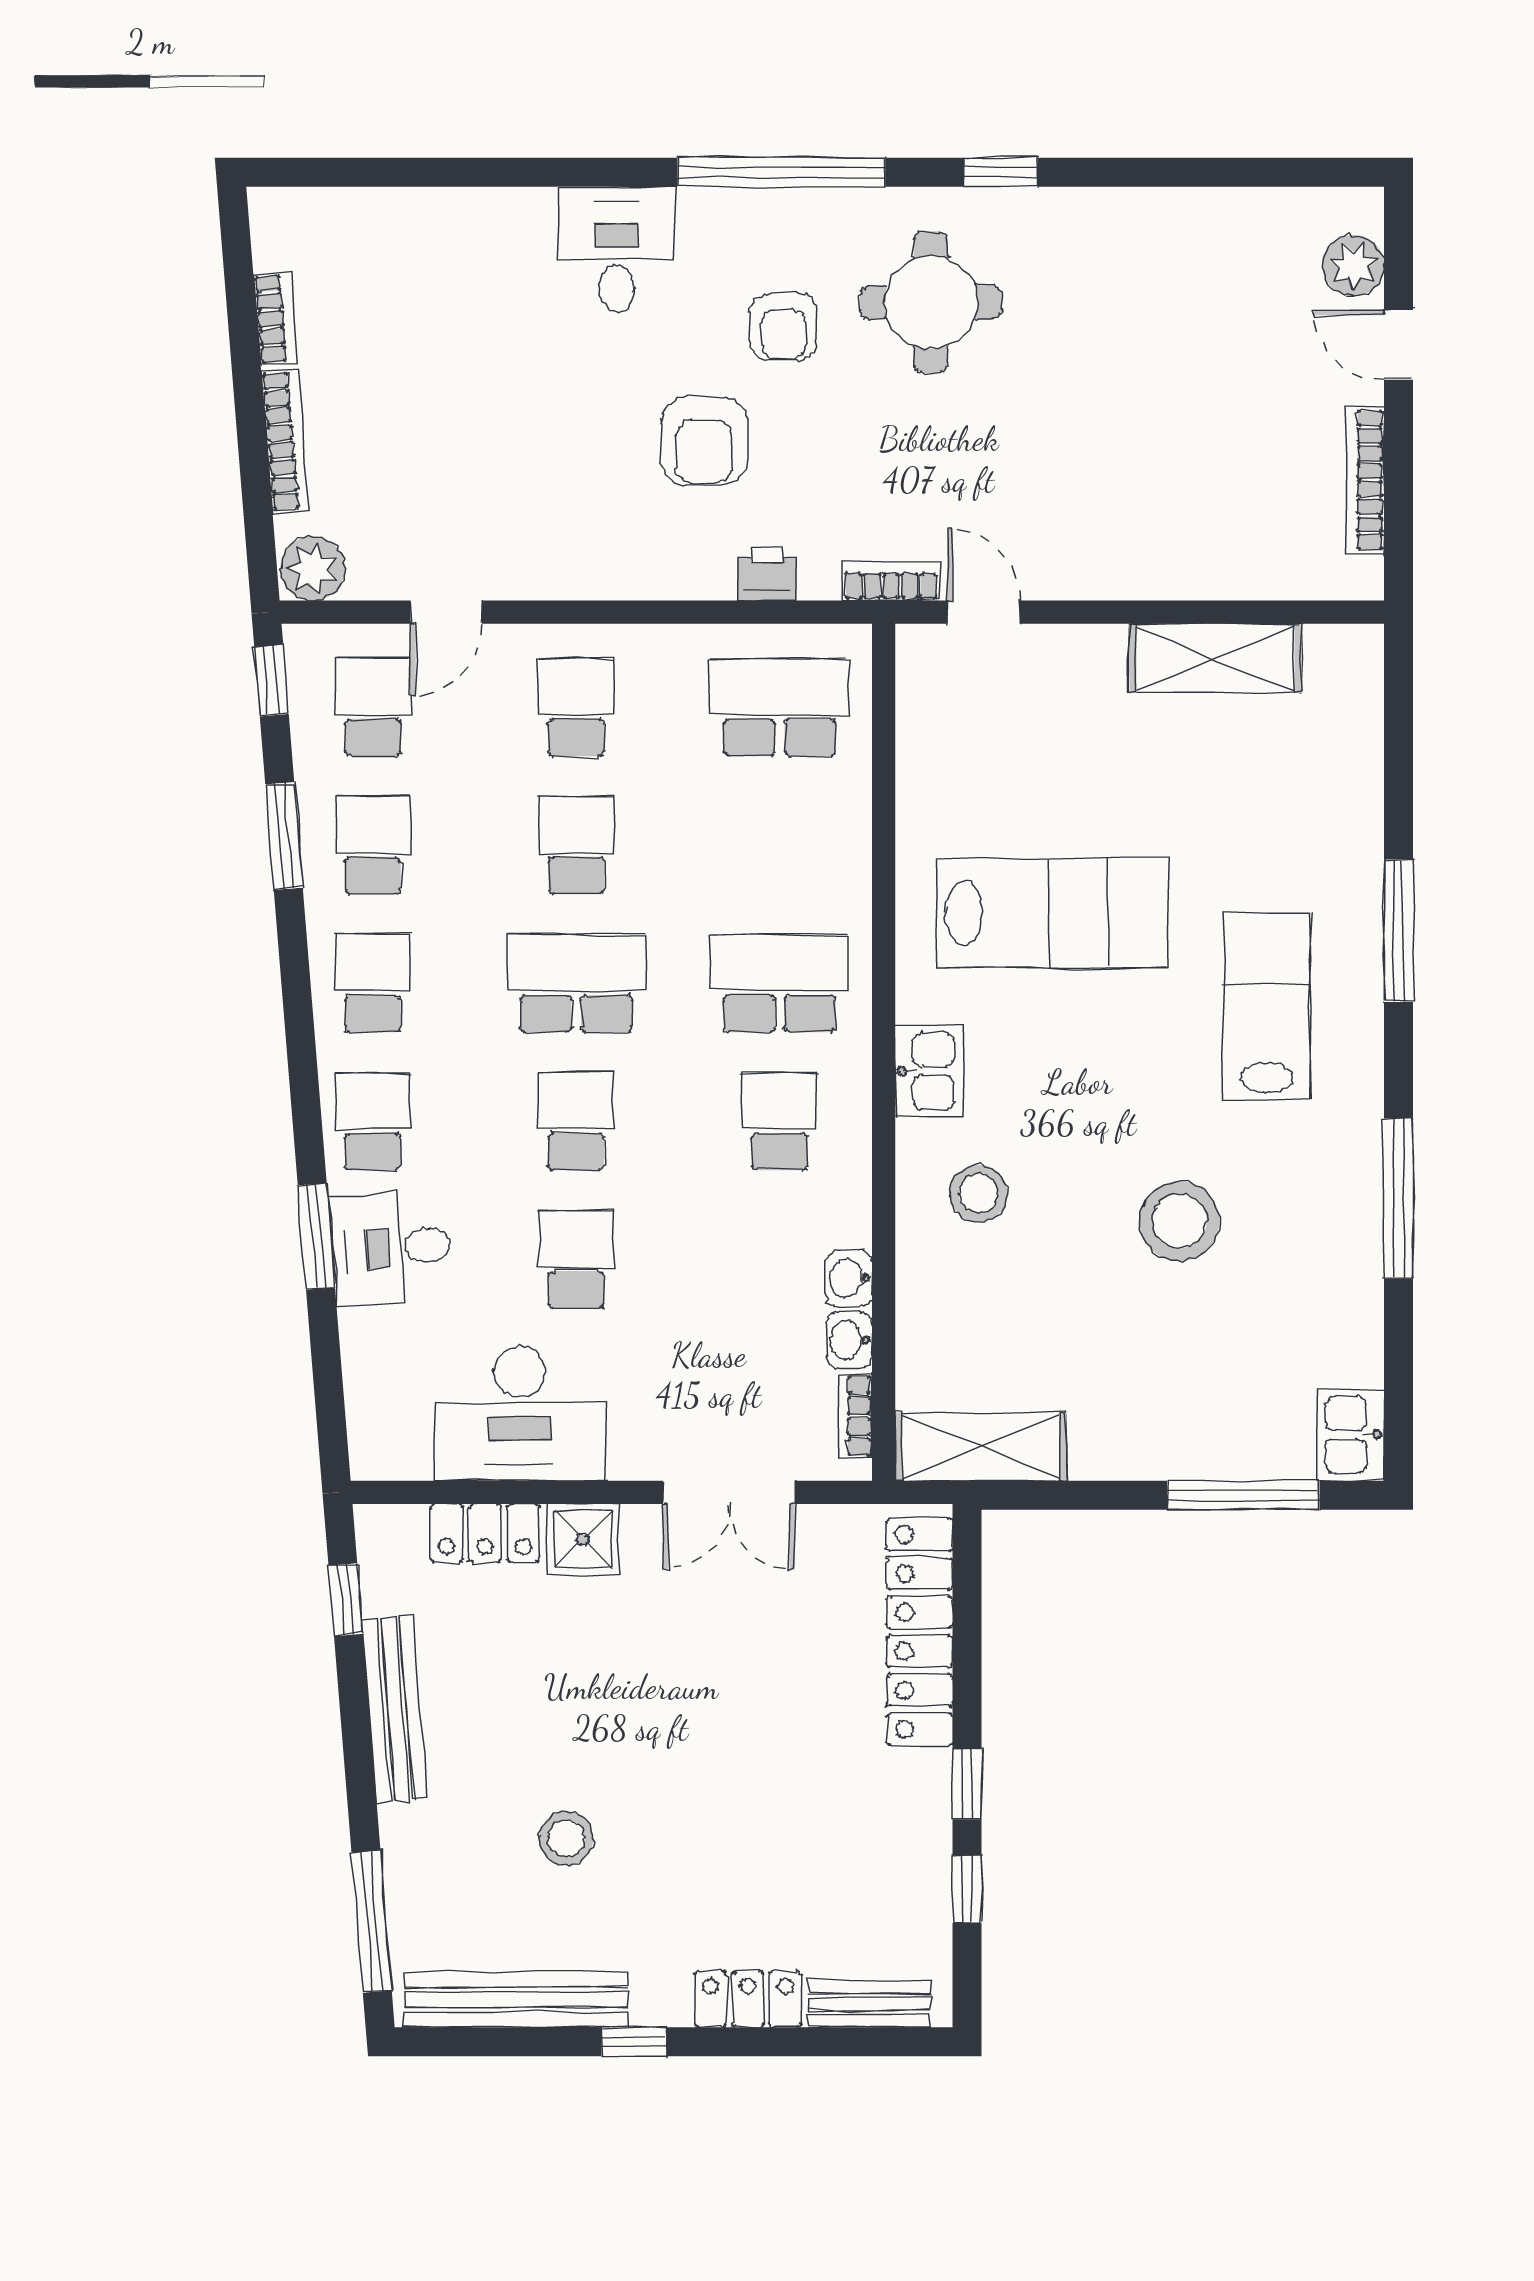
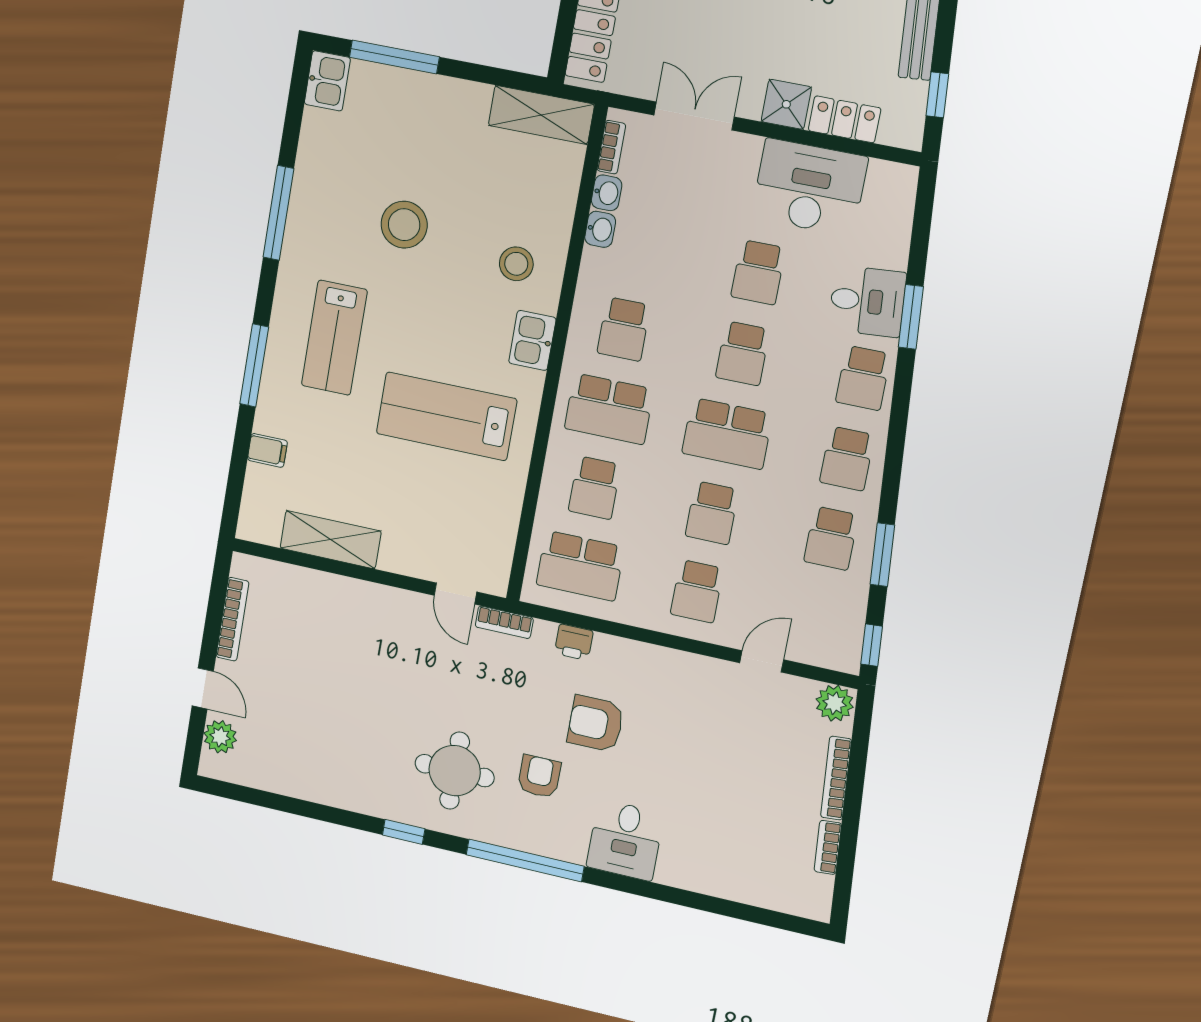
armchair: (704, 441) -> (596, 724), turned -90
school desk: (373, 707) -> (595, 488), moved
filing cabinet: (1351, 789) -> (267, 450), added

